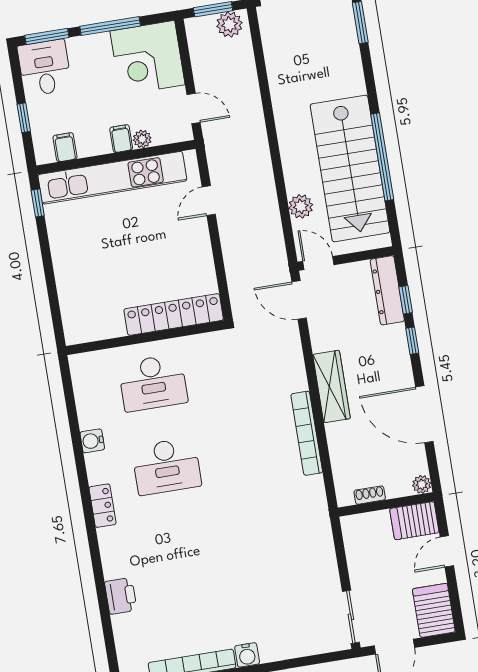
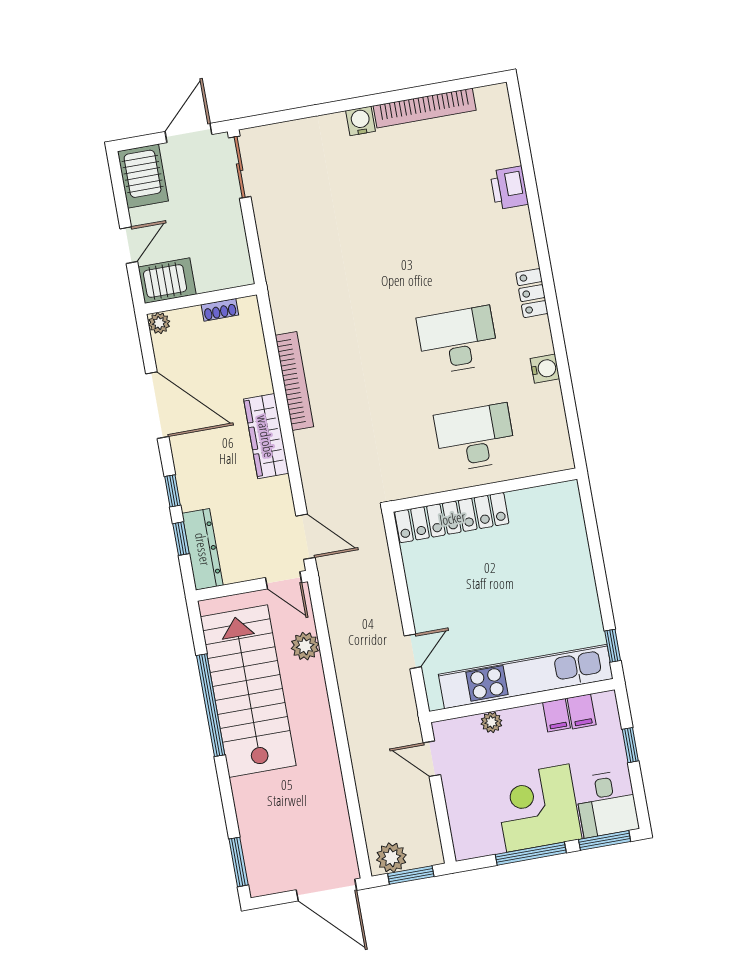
corner desk: (147, 58) -> (538, 808), moved, turned -90
filing cabinet: (121, 139) -> (557, 715), moved

